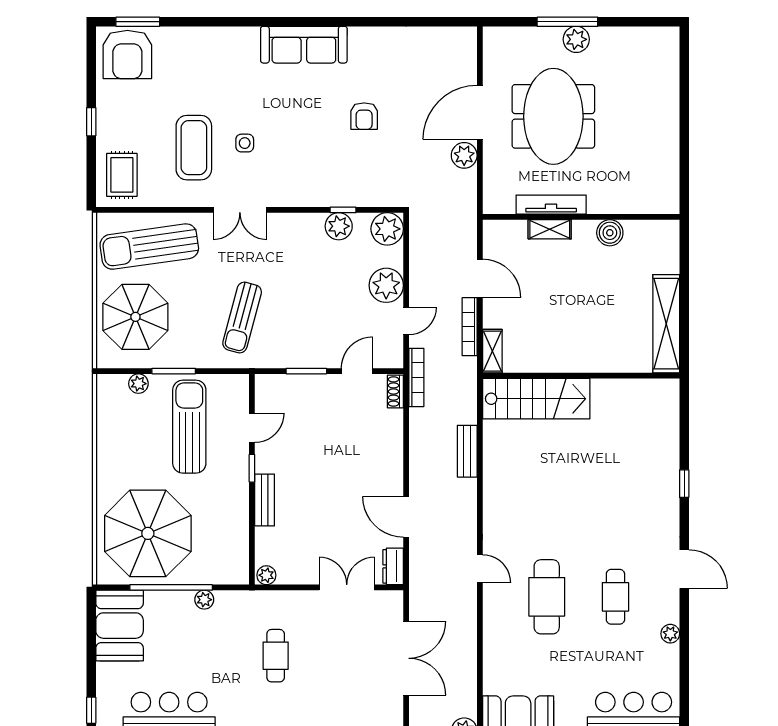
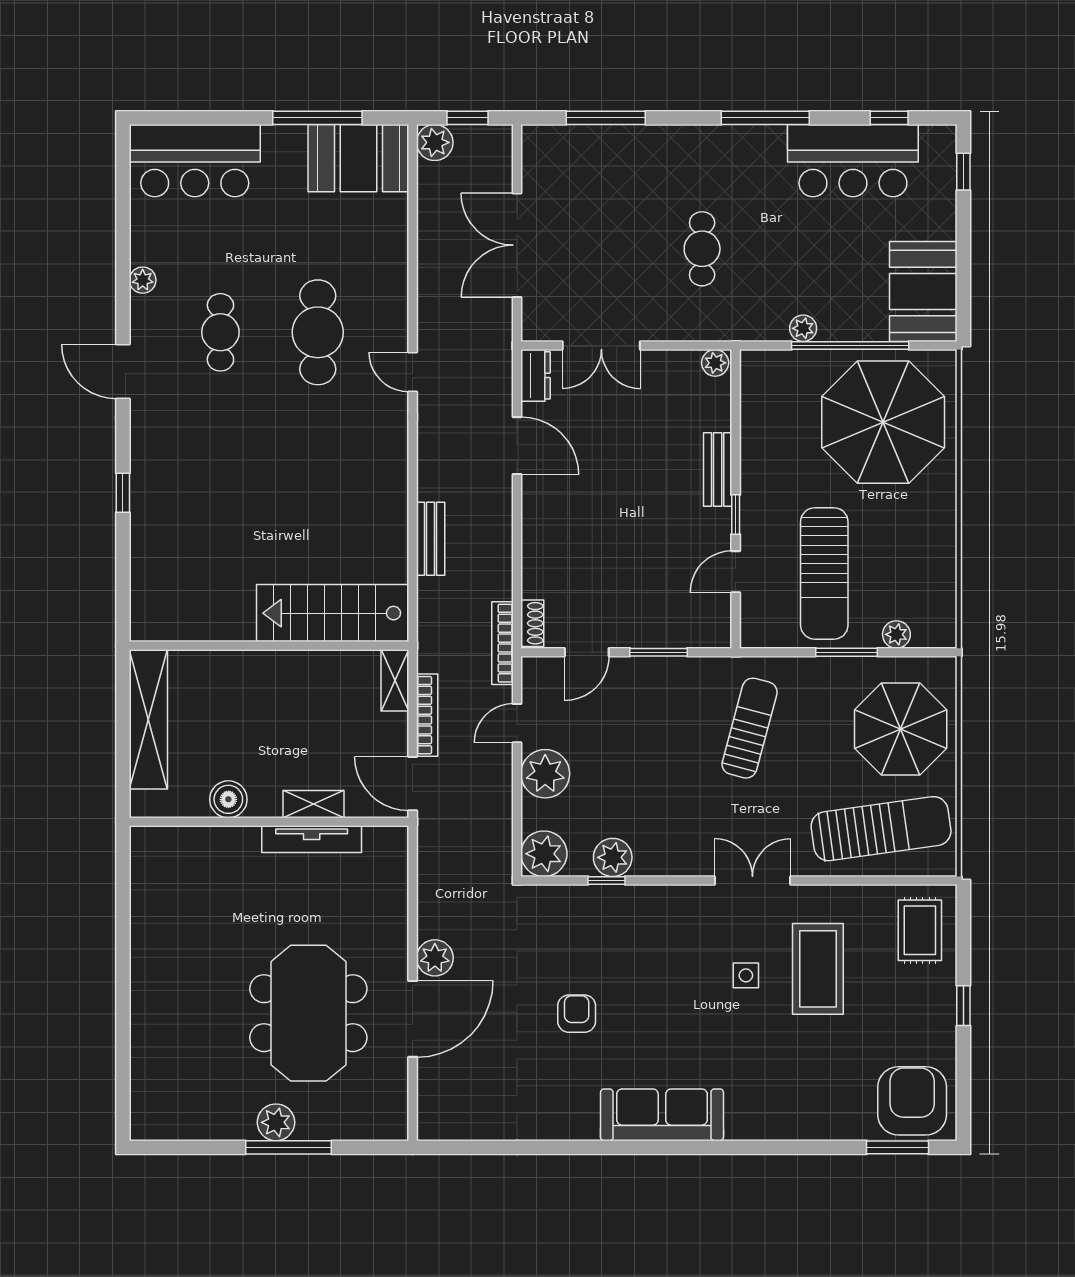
tv unit: (551, 205) -> (312, 839), moved
wall: (581, 217) -> (269, 822), moved
shelving: (550, 229) -> (314, 804), moved
boiler: (610, 233) -> (228, 799), moved

